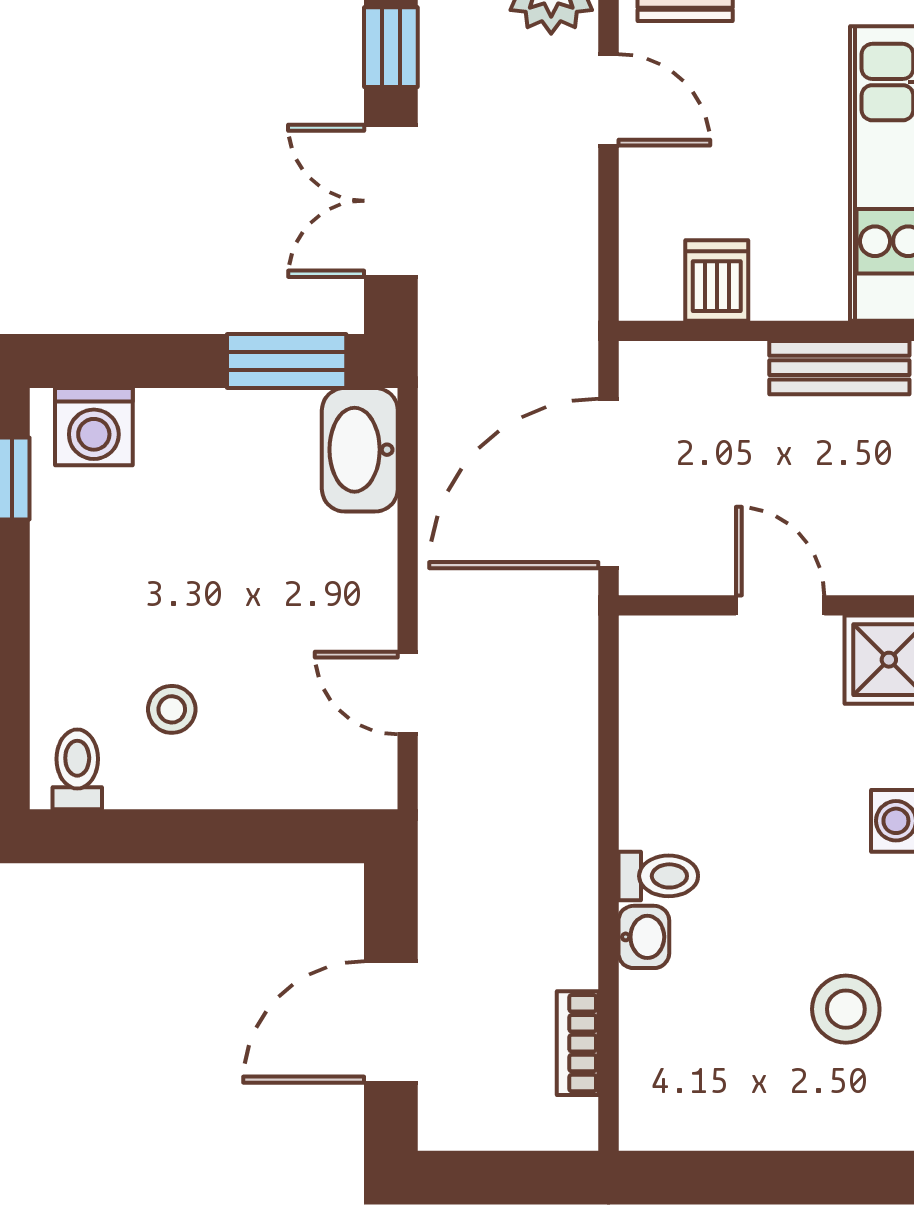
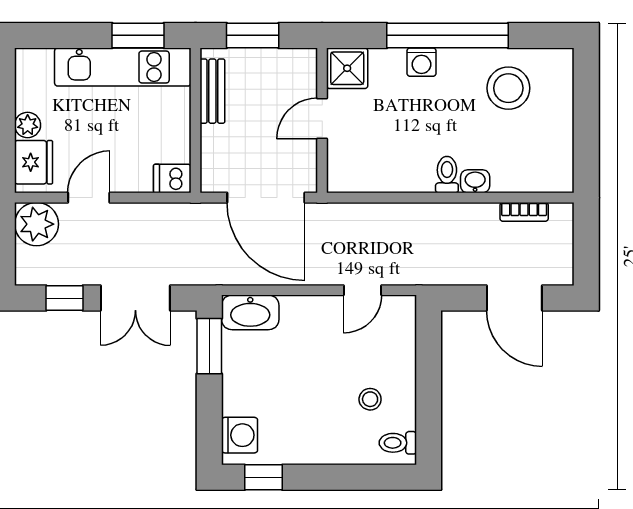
dishwasher: (717, 280) -> (172, 179), moved
stool: (846, 1009) -> (508, 88), width x1.38, depth x1.38

